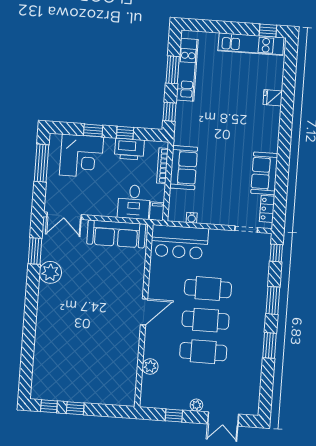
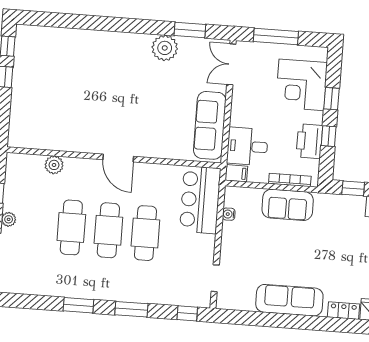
window: (41, 163) -> (276, 36), moved
sofa: (264, 173) -> (289, 300), width x1.36
locker: (267, 209) -> (344, 311), moved

